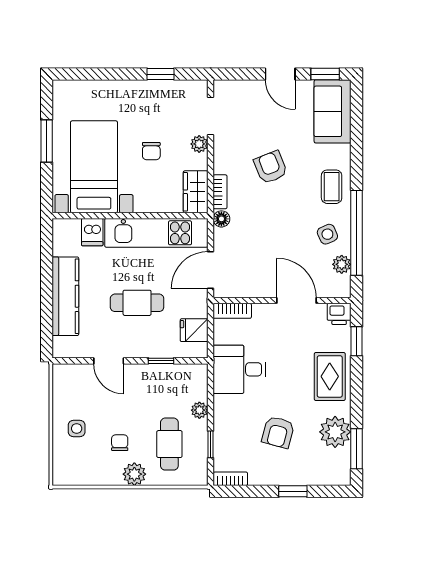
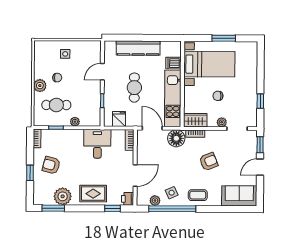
window: (325, 74) -> (260, 145), moved
floor lamp: (221, 219) -> (176, 138), width x1.89, depth x1.89
armchair: (278, 432) -> (51, 165), moved

